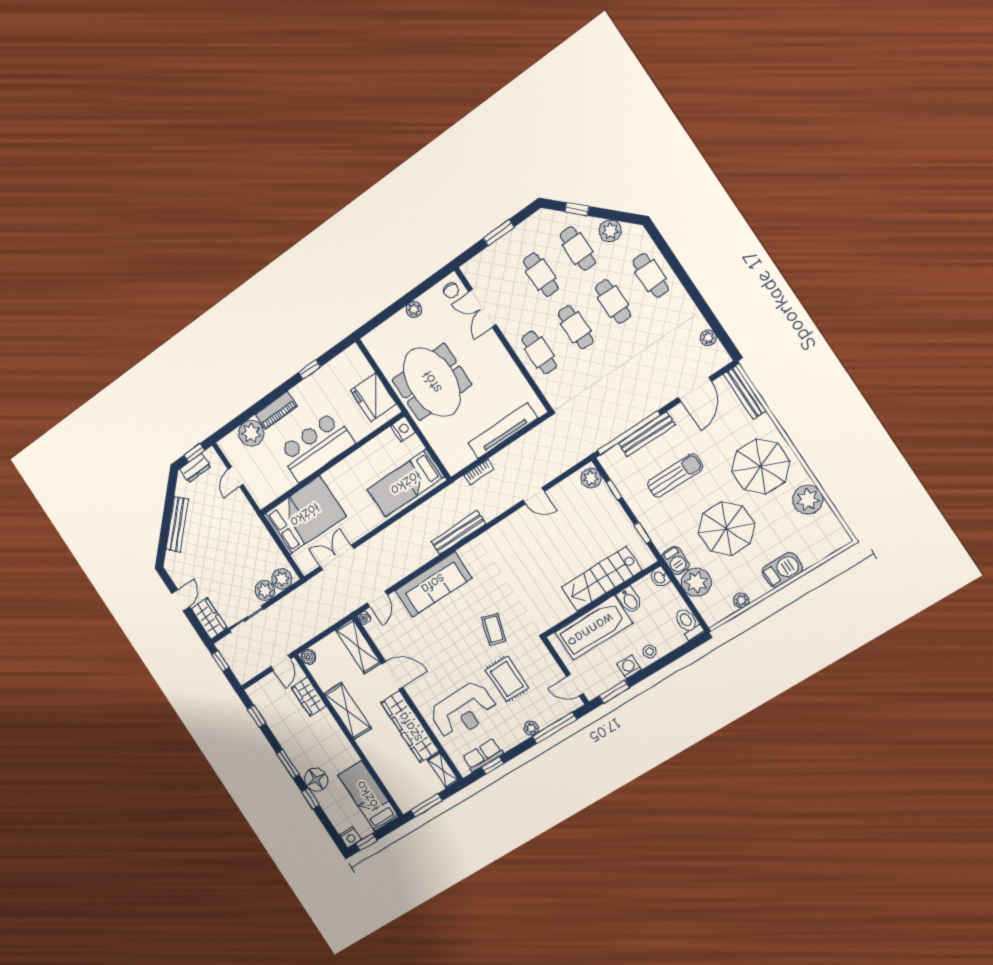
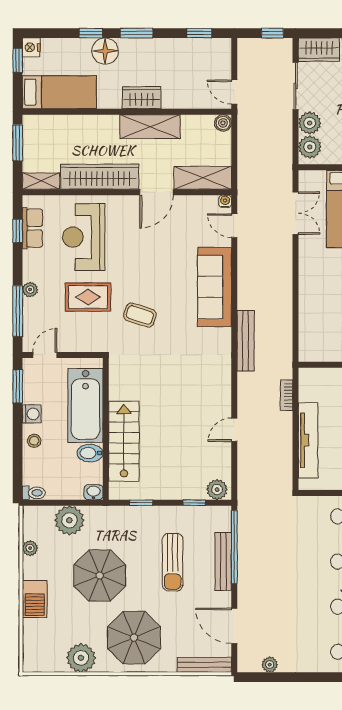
bed: (406, 483) -> (320, 323), removed
barbecue: (676, 560) -> (99, 515), removed
toilet: (688, 623) -> (34, 493), width x0.73, depth x0.72
wardrobe: (309, 697) -> (142, 98), moved

